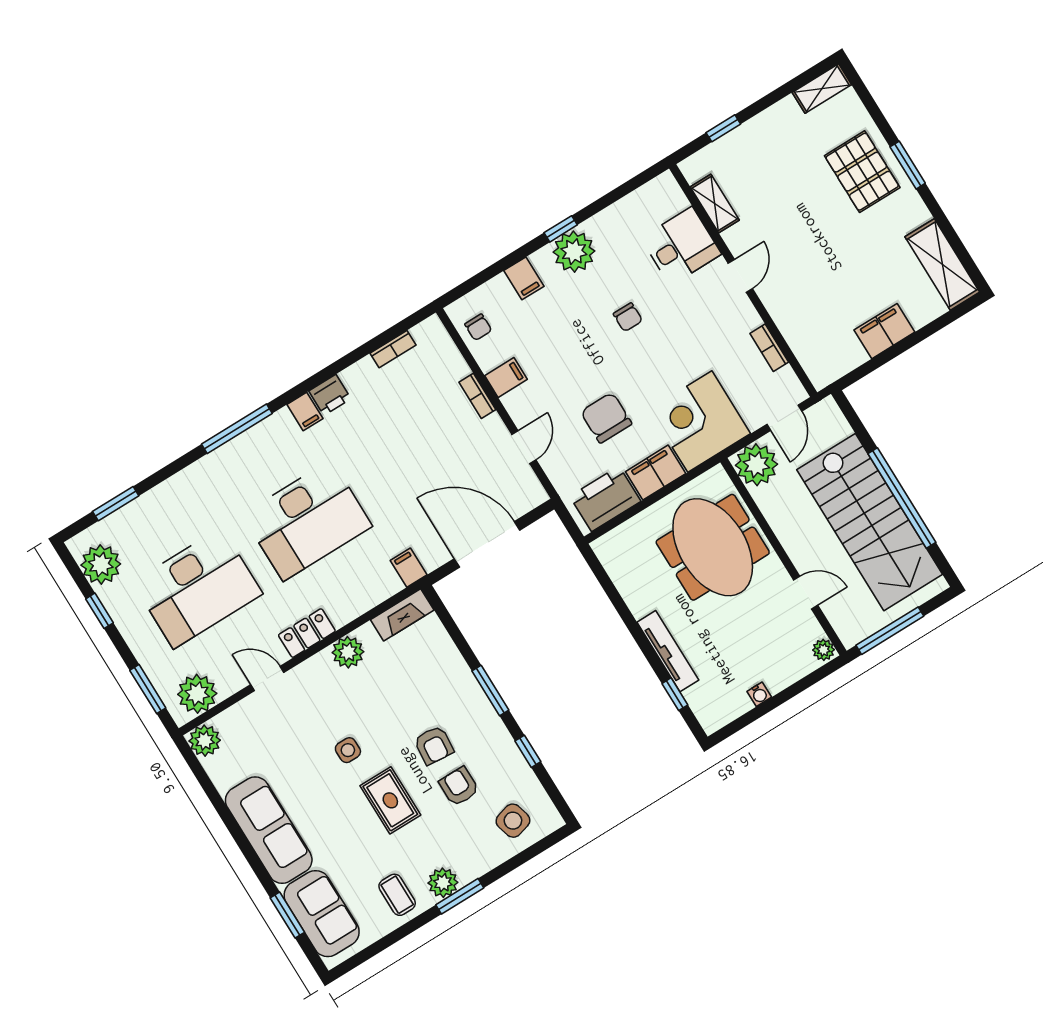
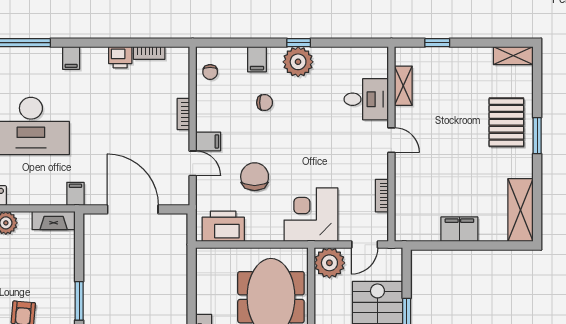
door: (740, 276) -> (391, 140), hinge flipped
chair: (628, 317) -> (265, 103), moved, turned -90
filing cabinet: (506, 377) -> (208, 141), moved
printer: (330, 395) -> (120, 57), moved
door: (524, 447) -> (193, 163), hinge flipped
filing cabinet: (656, 473) -> (264, 229), removed

